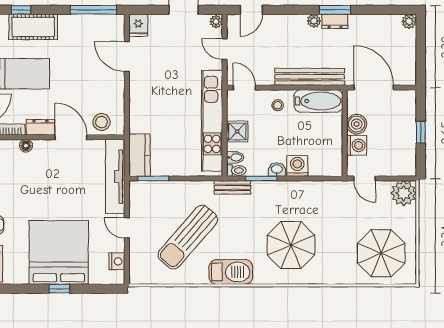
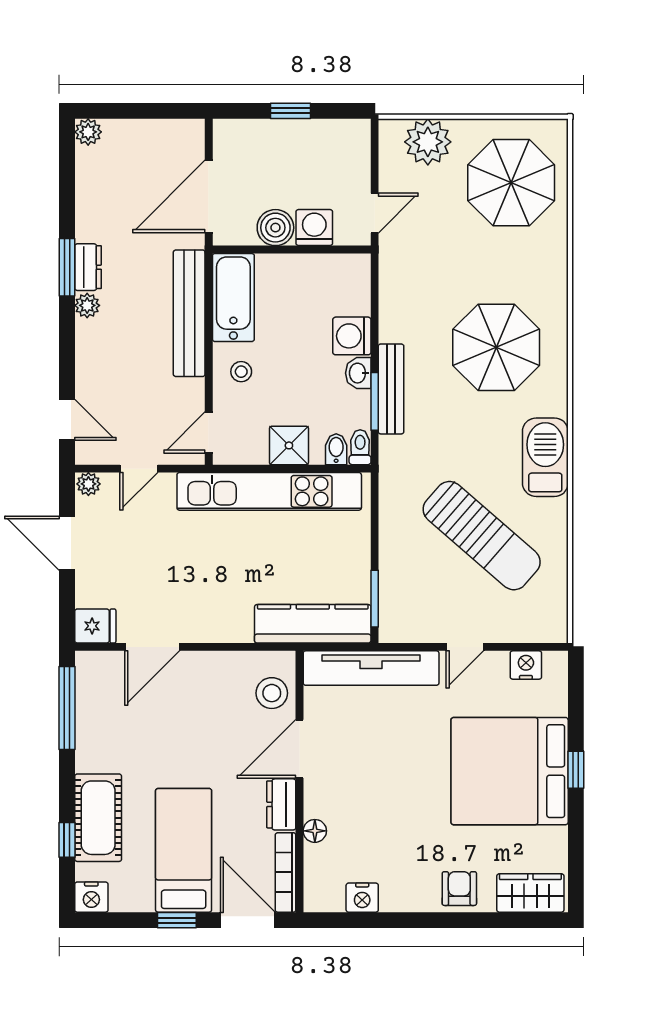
kitchen counter: (139, 155) -> (313, 624), width x1.50
bench: (232, 187) -> (391, 389), moved, width x1.36
plant: (404, 193) -> (428, 142), moved

